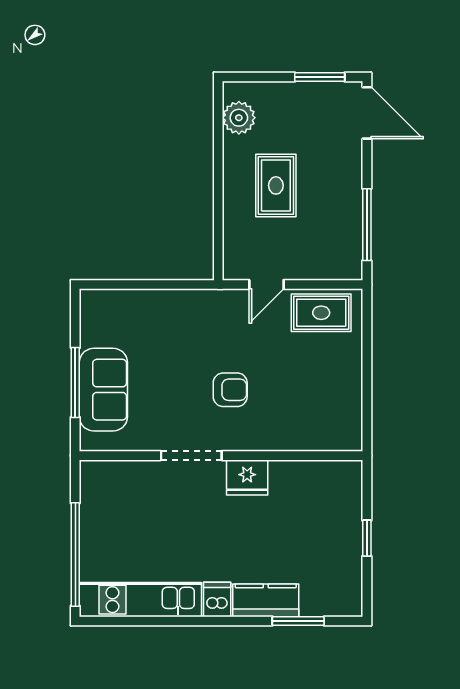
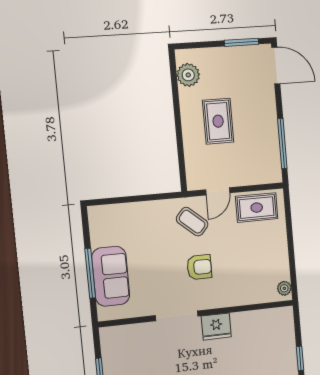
coffee table: (226, 324) -> (192, 222), added
plant: (352, 433) -> (284, 288), added

